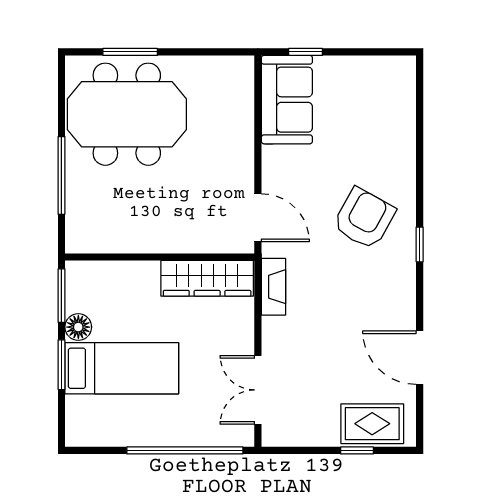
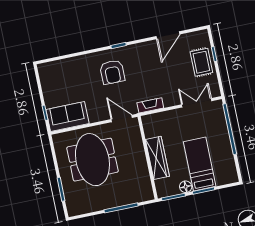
meeting table: (127, 114) -> (92, 160), moved
door: (258, 218) -> (122, 118), hinge flipped
armchair: (364, 218) -> (112, 72), turned -119
wardrobe: (207, 278) -> (157, 158), moved
double door: (258, 390) -> (197, 103), swing flipped
rug: (372, 424) -> (201, 62), moved

